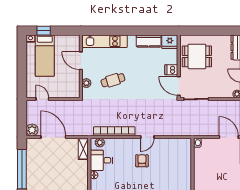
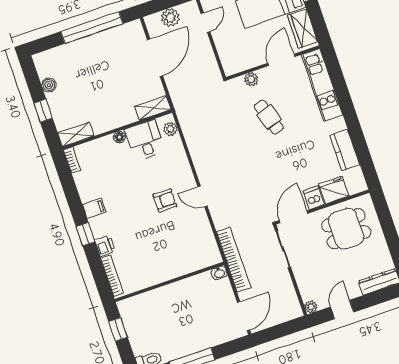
wardrobe: (66, 41) -> (303, 28), added
fridge: (170, 42) -> (334, 190), moved, turned 90
dining table: (197, 56) -> (346, 229), turned 90
plant: (32, 130) -> (170, 18), moved
bookcase: (114, 131) -> (234, 260), moved

